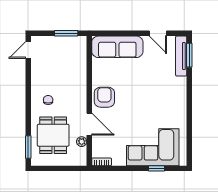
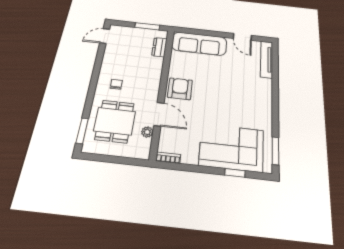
window: (189, 55) -> (275, 151), moved
dresser: (81, 56) -> (159, 47), added

